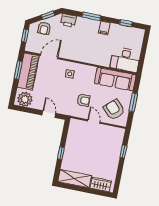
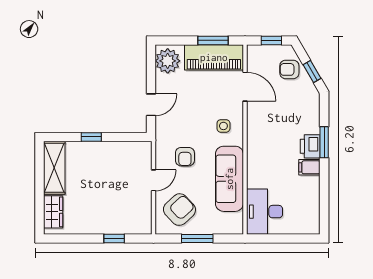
printer: (68, 20) -> (310, 146), moved
window: (126, 23) -> (324, 201), removed
sofa: (115, 79) -> (229, 179), moved

